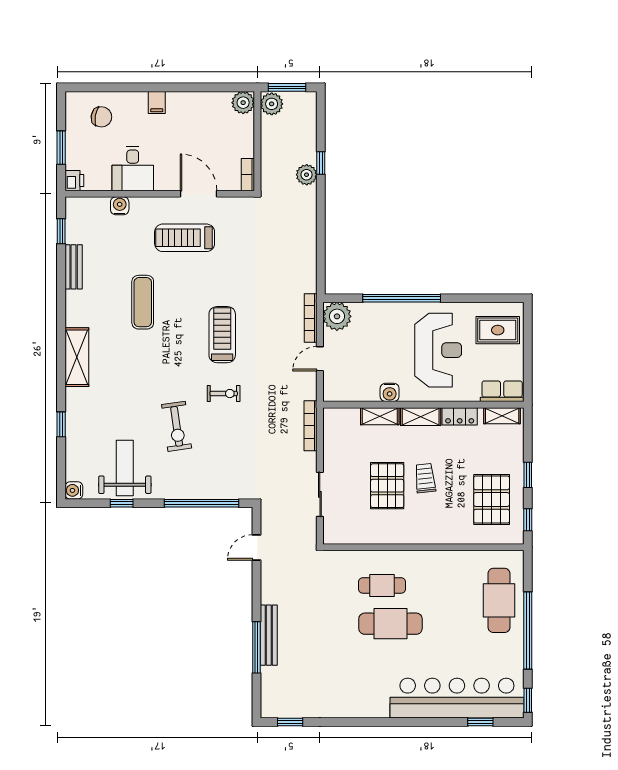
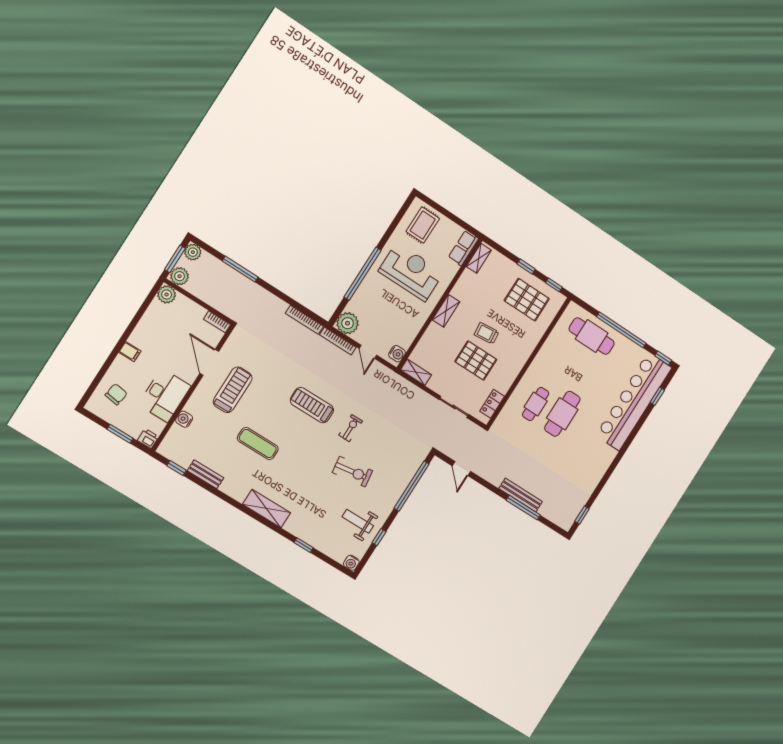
window: (321, 163) -> (240, 269), width x2.17
desk: (133, 169) -> (165, 395), width x1.37
plant: (307, 175) -> (193, 252), moved
door: (199, 194) -> (209, 362), hinge flipped
treadmill: (185, 238) -> (233, 390), turned 180
water cooler: (390, 392) -> (397, 354), moved
shelving: (380, 416) -> (416, 372), moved, turned 90
locker: (460, 416) -> (492, 404), moved, turned 180
bookcase: (310, 426) -> (304, 320), moved
weight bench: (125, 468) -> (358, 521), width x0.73, depth x0.75

